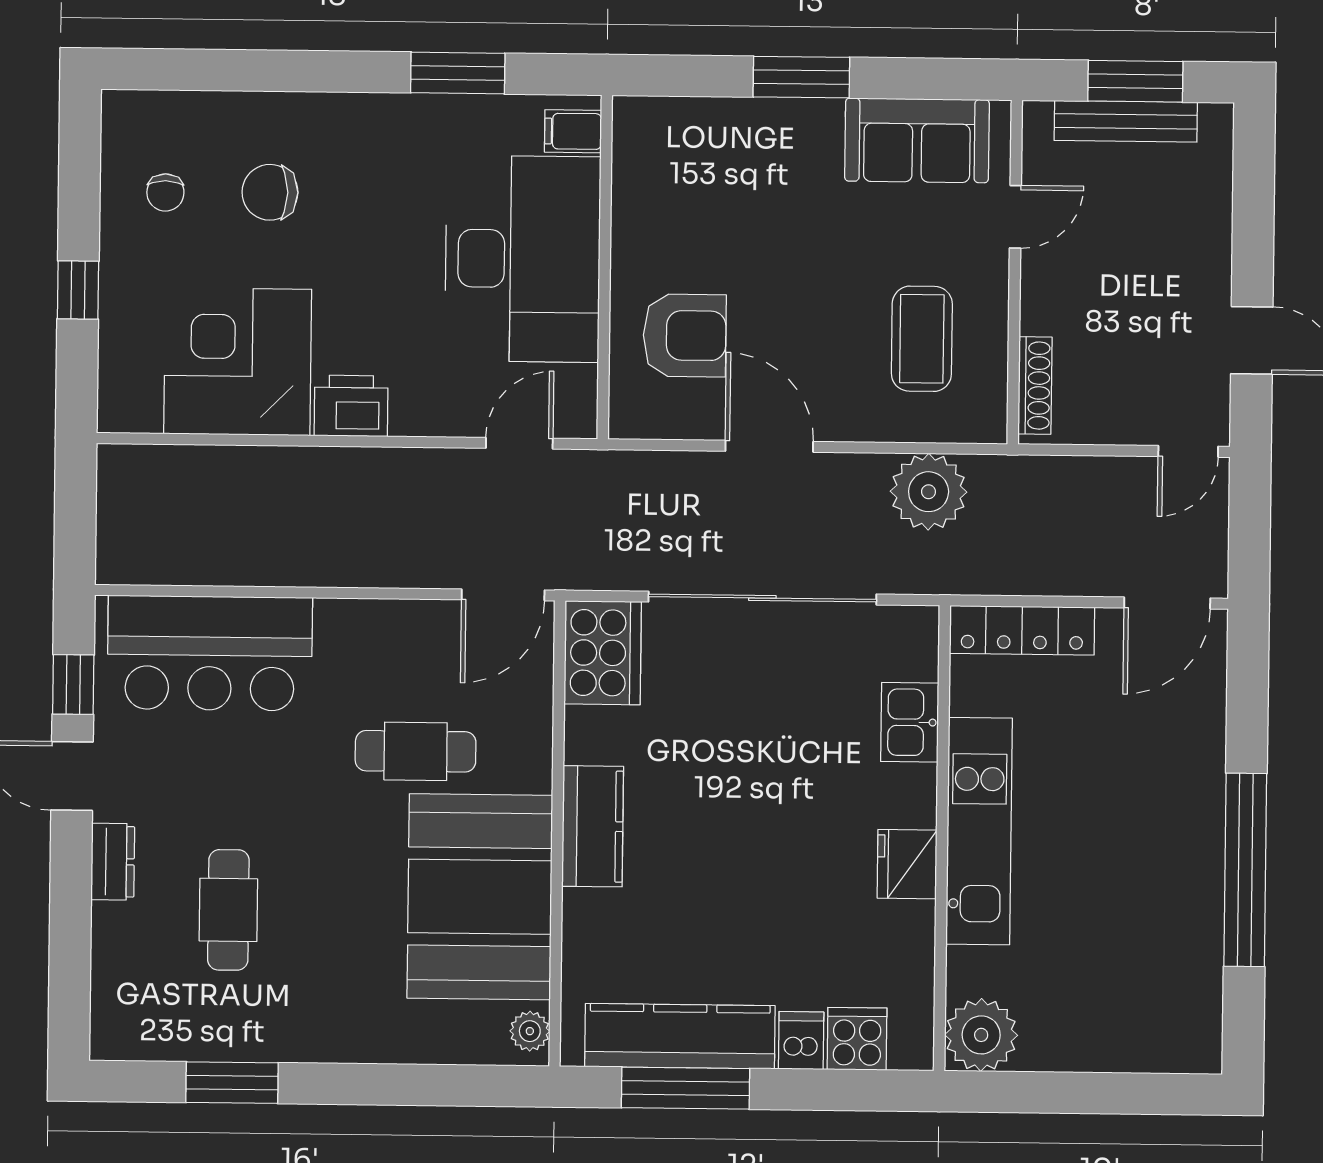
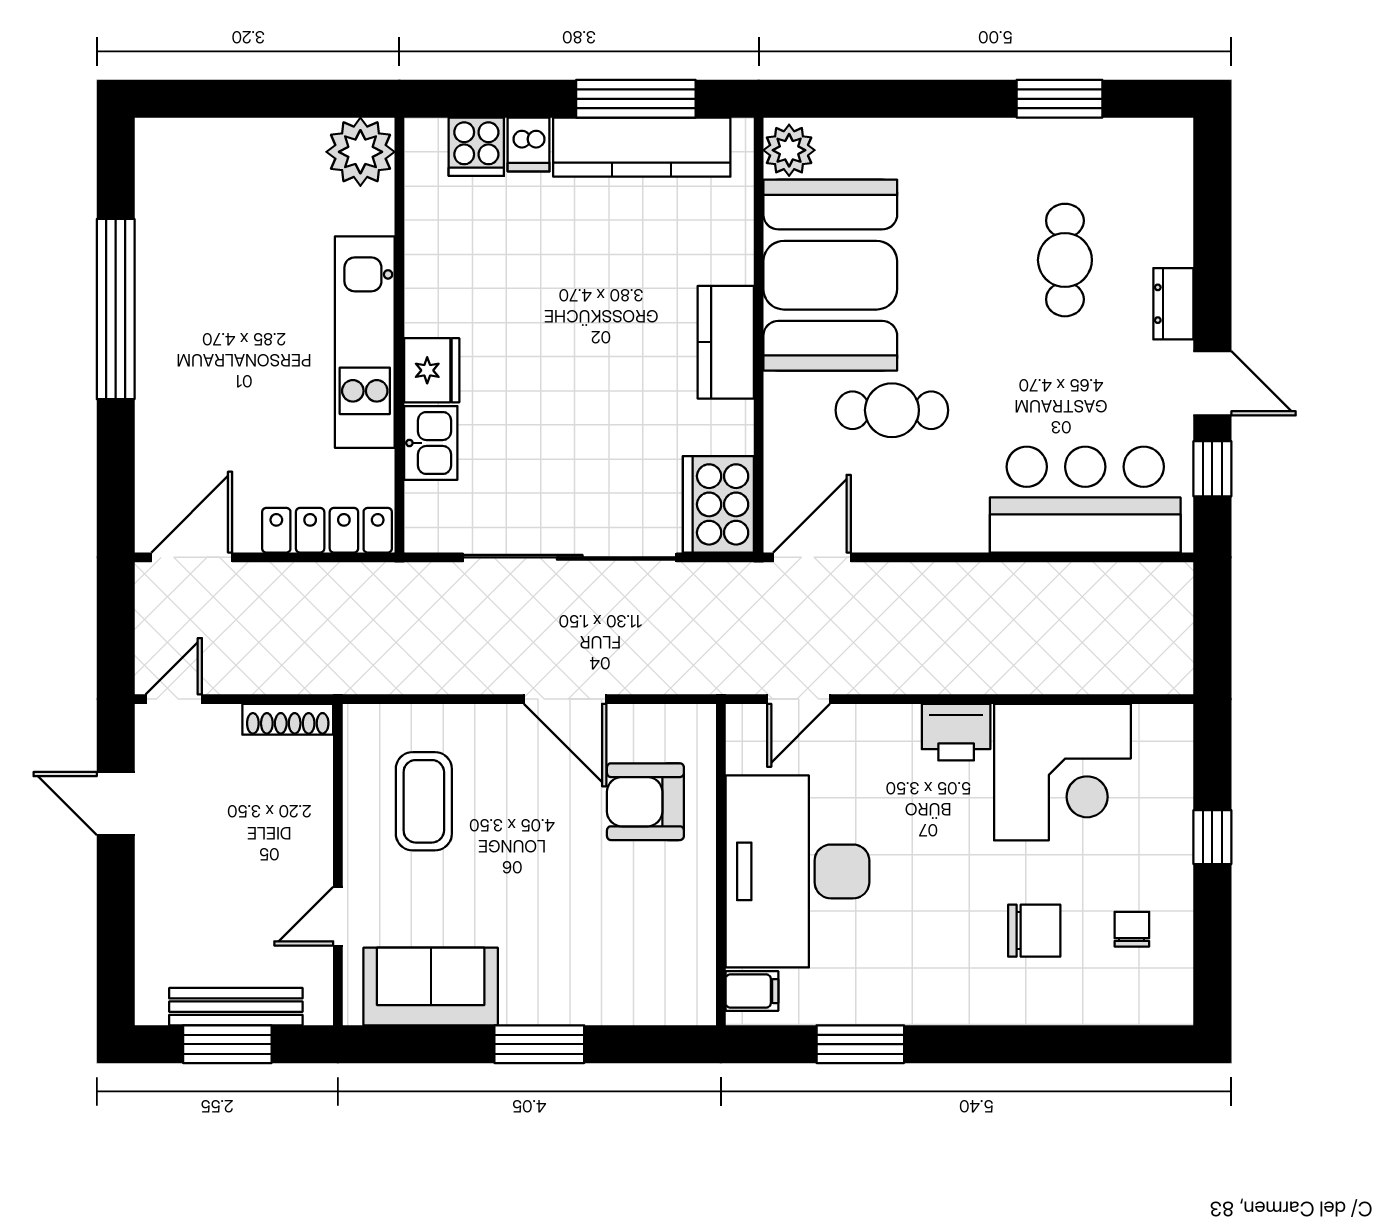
shoe rack: (1035, 385) -> (288, 719), moved, turned -90
plant: (929, 492) -> (416, 659), removed
fridge: (907, 864) -> (432, 370), moved
plant: (530, 1031) -> (789, 150), width x1.38, depth x1.38

